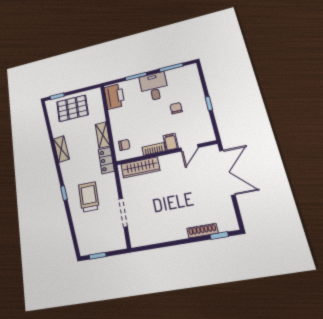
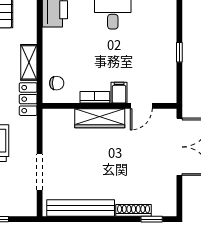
chair: (176, 108) -> (136, 48), removed
wardrobe: (140, 167) -> (100, 118), moved
bench: (160, 236) -> (81, 208), added

